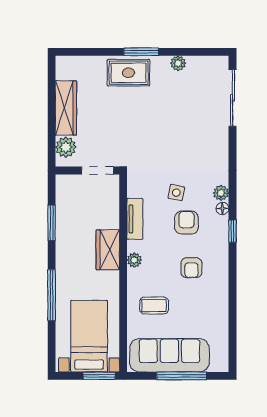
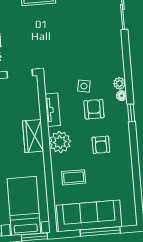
plant: (134, 260) -> (60, 142), width x1.88, depth x1.88

